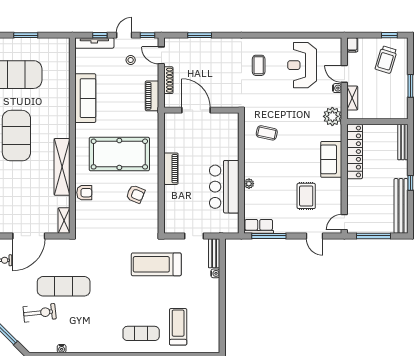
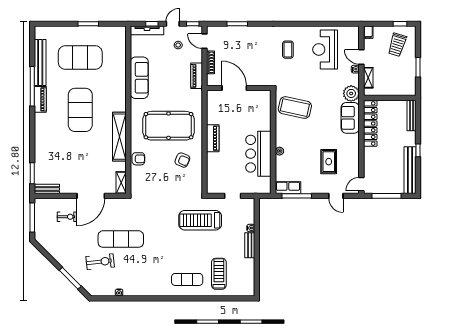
coffee table: (267, 133) -> (295, 108), width x1.86, depth x1.72
sofa: (331, 159) -> (350, 118), moved
bench: (214, 253) -> (250, 245), moved

